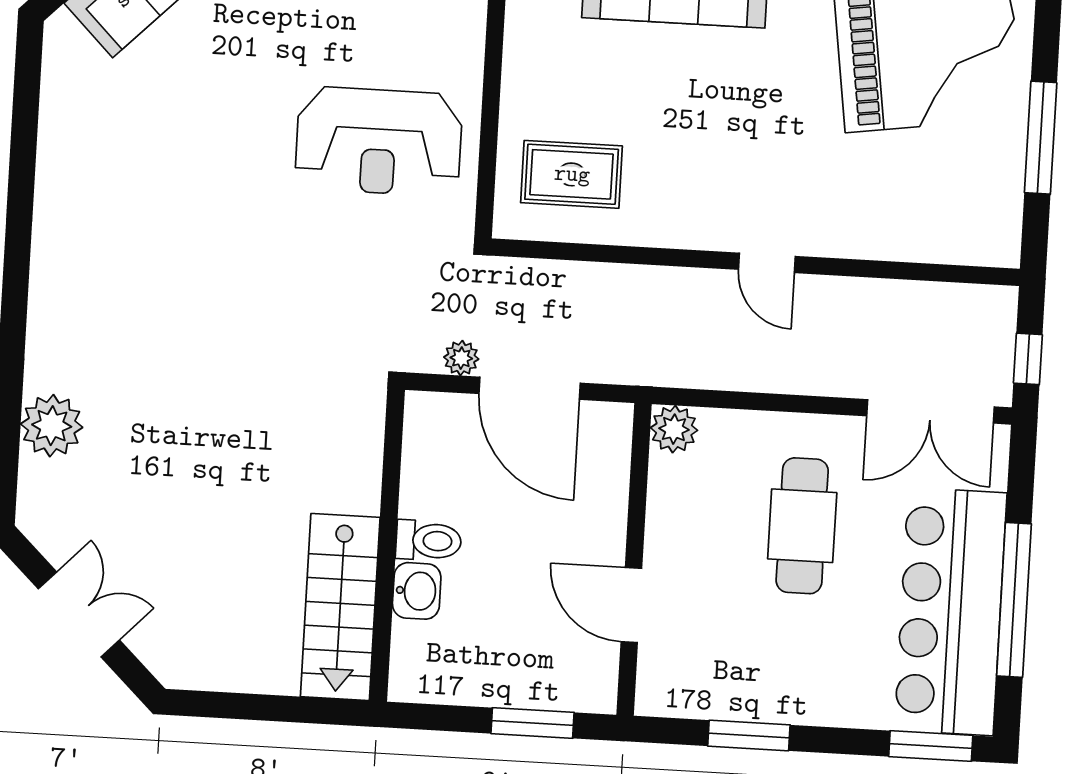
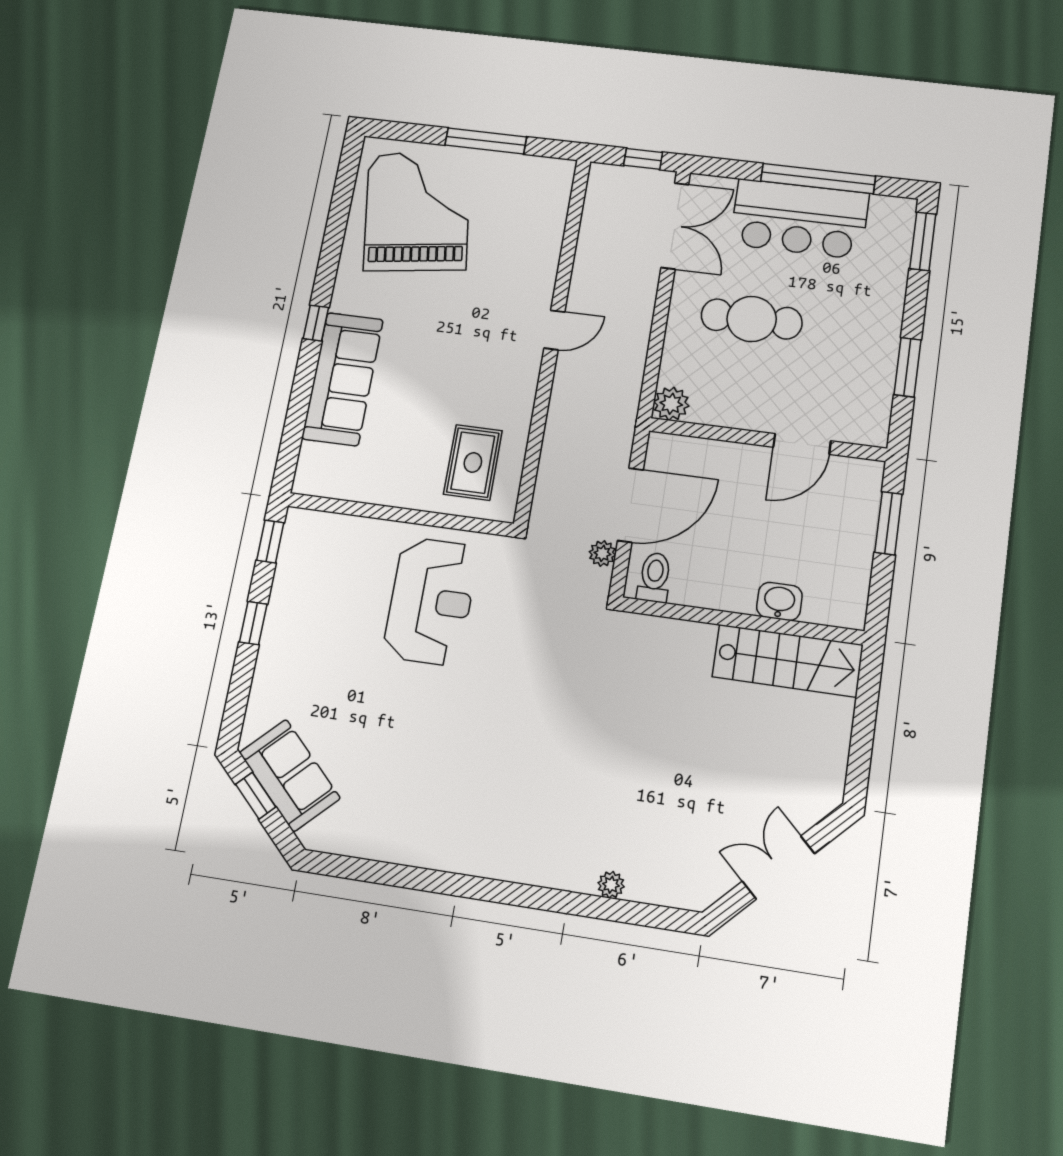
plant: (52, 426) -> (611, 885), width x0.53, depth x0.53
toilet: (428, 541) -> (654, 577), moved
bar counter: (951, 612) -> (800, 219), width x0.73

